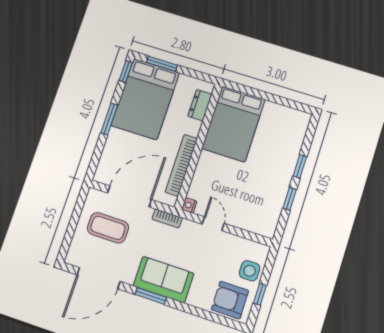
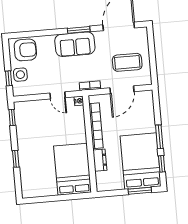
window: (126, 72) -> (162, 164), moved
dresser: (200, 105) -> (100, 160), moved
door: (129, 196) -> (122, 90), width x0.73
window: (290, 199) -> (12, 117), moved
window: (260, 294) -> (9, 78), moved

